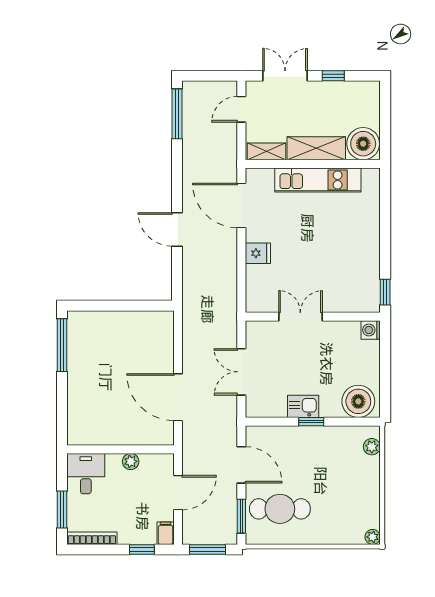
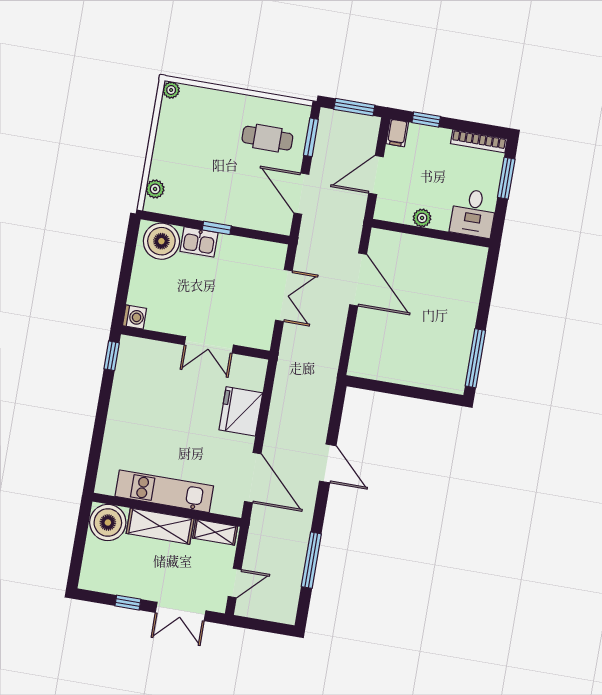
window: (177, 114) -> (311, 560), moved
fridge: (258, 253) -> (241, 411), width x1.88, depth x1.34
kitchen sink: (303, 406) -> (199, 242), moved
cafe table: (280, 509) -> (267, 138), width x0.73, depth x0.74

